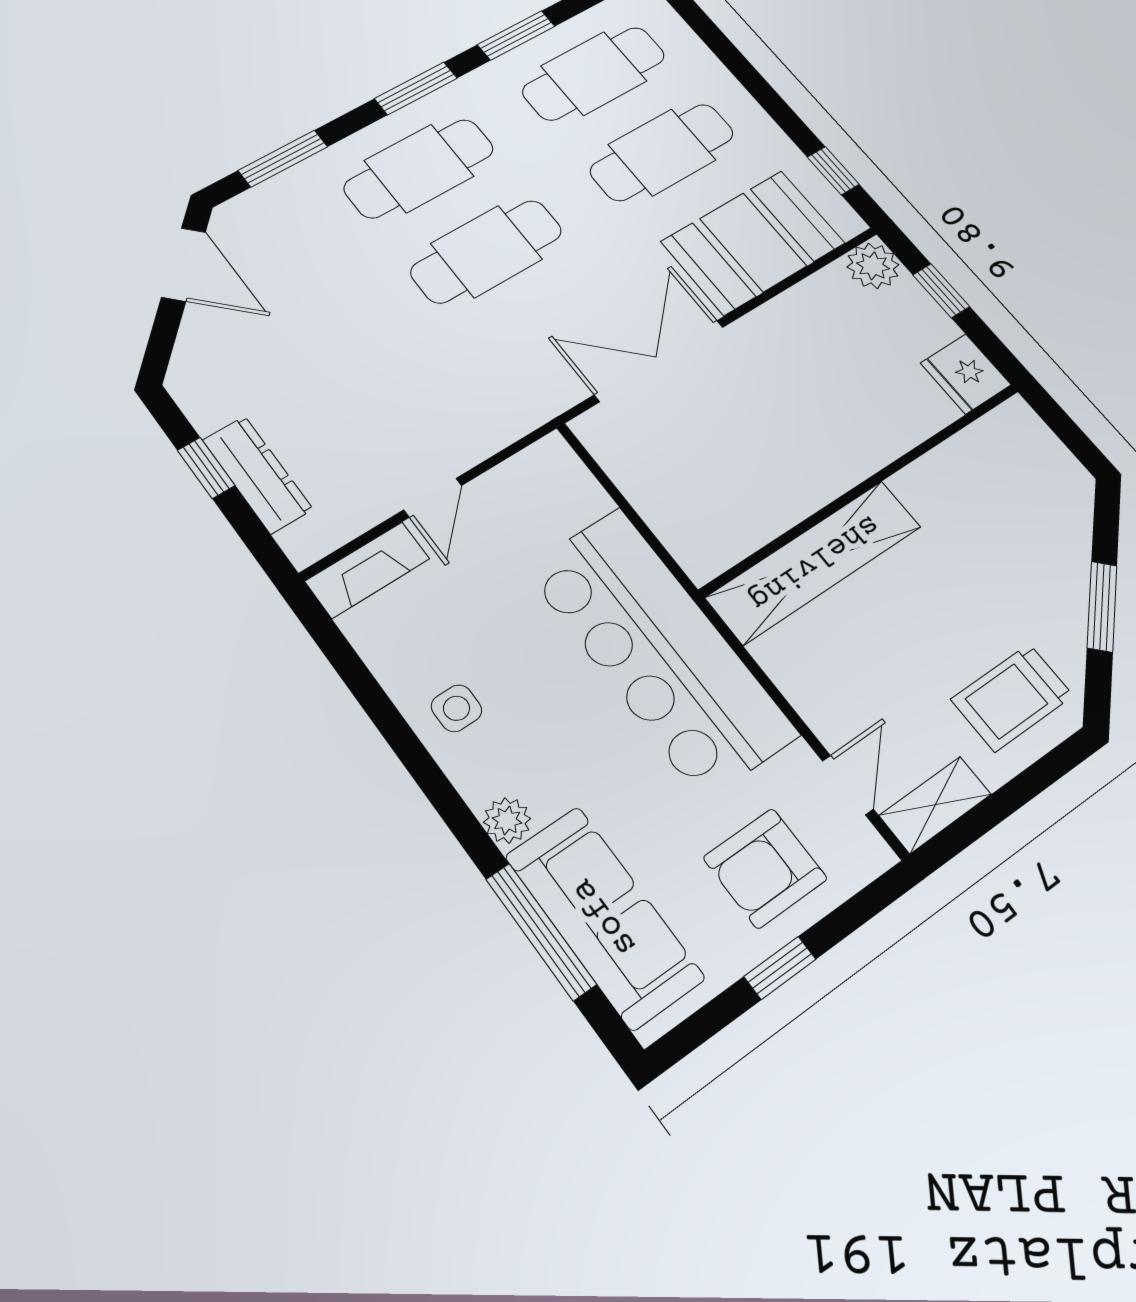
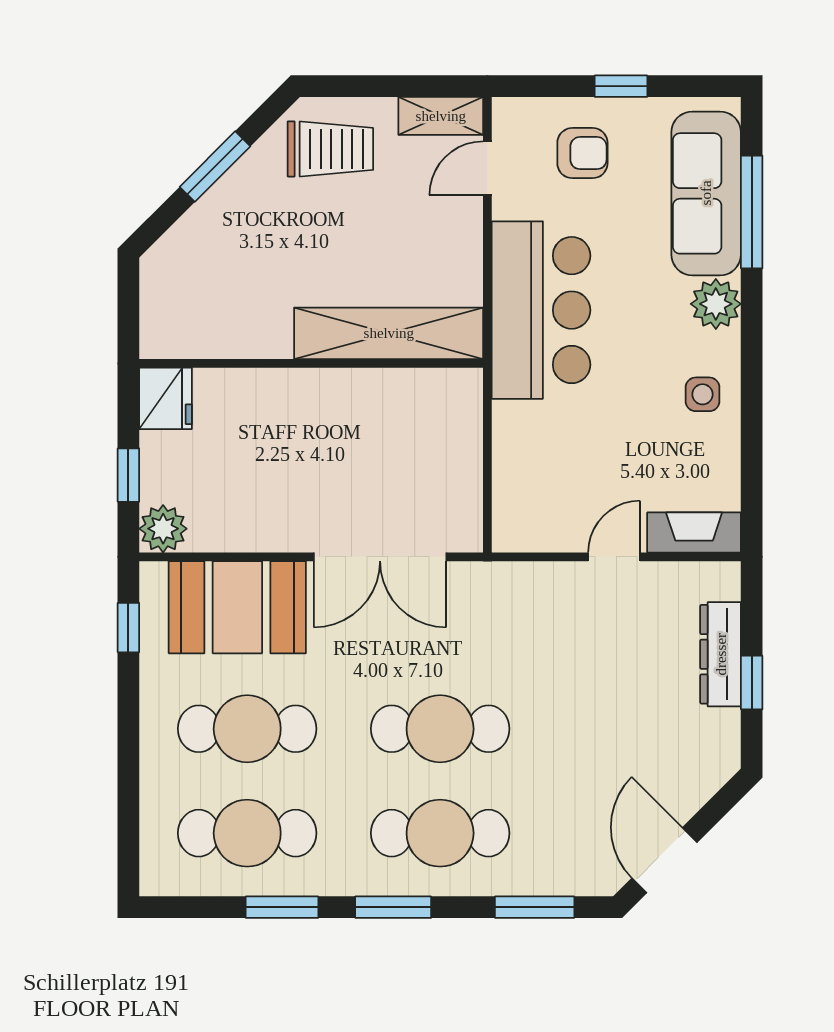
bar counter: (660, 651) -> (541, 310), width x0.73
plant: (507, 820) -> (716, 304), width x1.38, depth x1.38
armchair: (765, 868) -> (582, 153), width x0.72, depth x0.72

